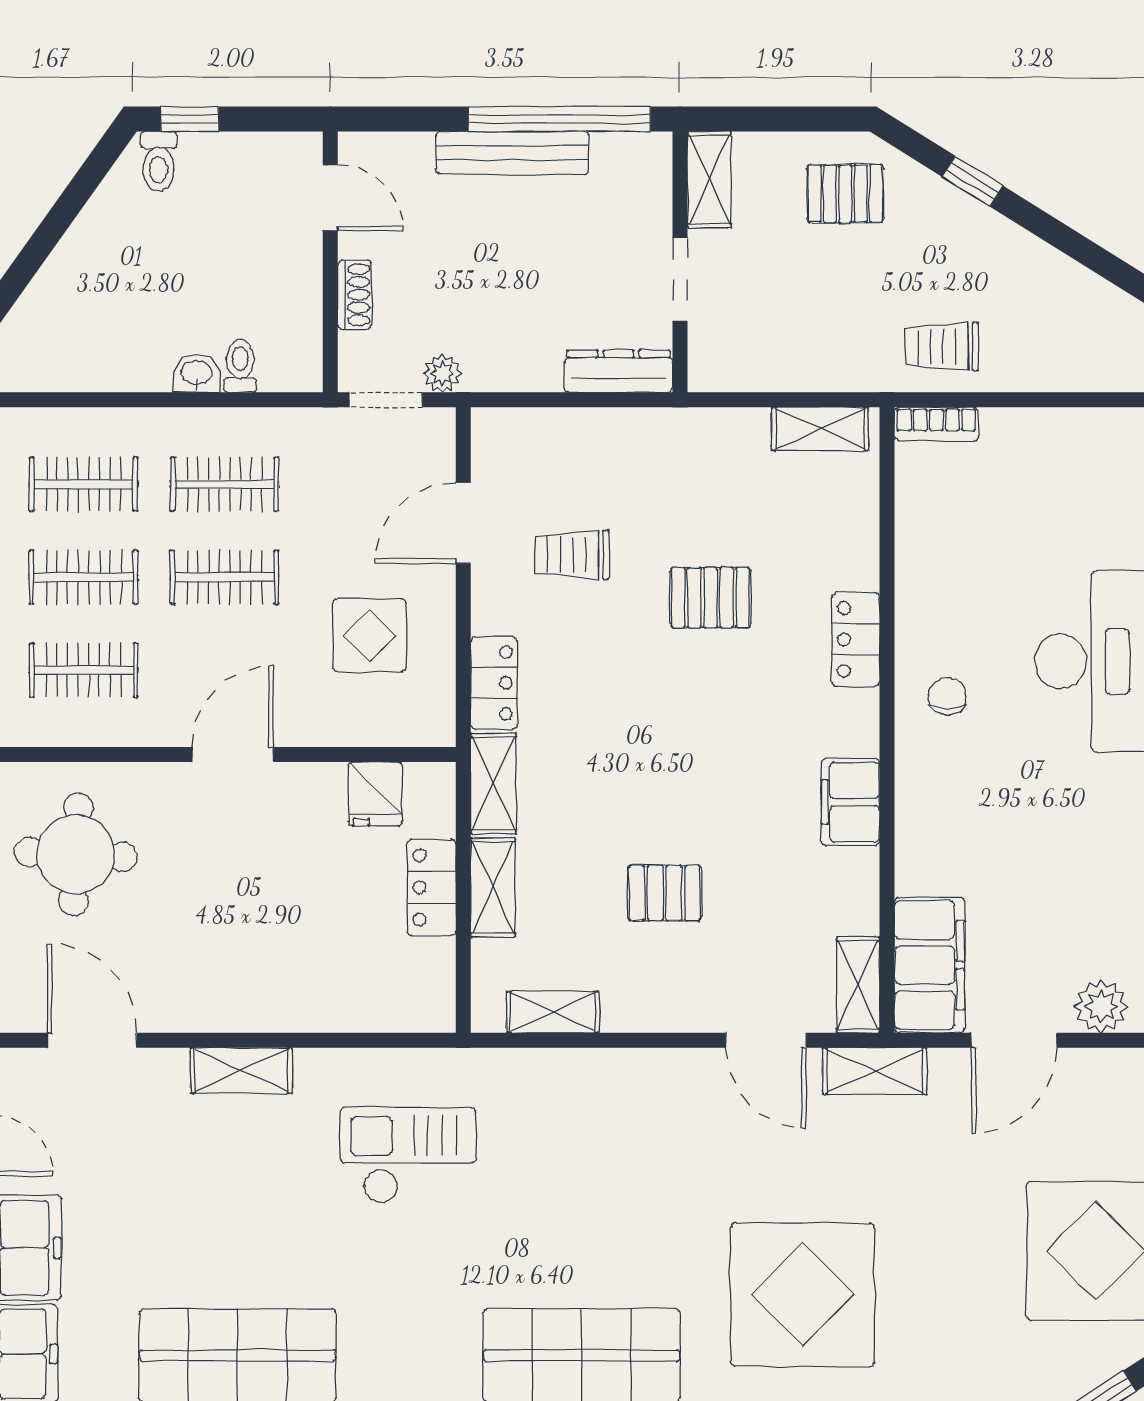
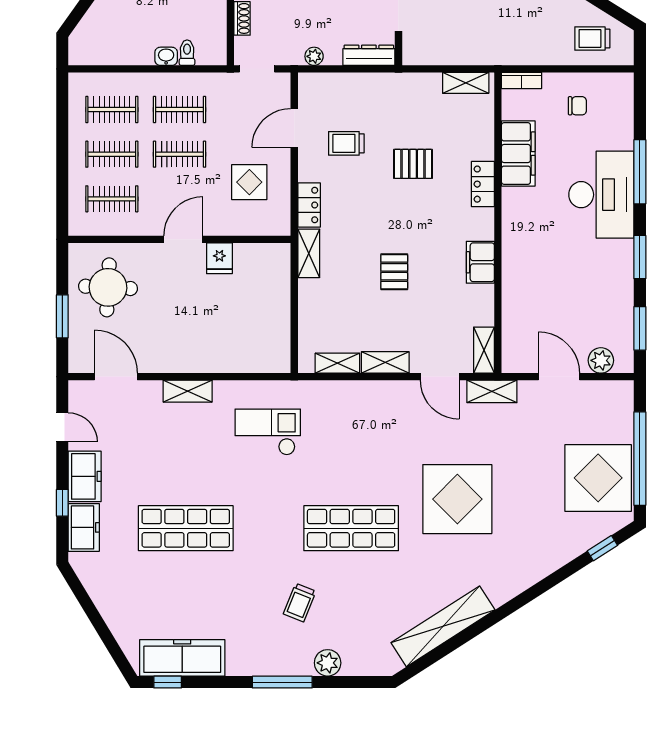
trolley: (942, 347) -> (592, 39), moved
plant: (442, 373) -> (314, 56), moved
chair: (947, 697) -> (577, 106), moved, turned 90
fridge: (375, 794) -> (219, 258), moved
locker: (432, 887) -> (279, 303), removed
shelving: (493, 887) -> (385, 362), moved, turned 90
pallet: (665, 893) -> (394, 272), moved, turned 90
filing cabinet: (930, 965) -> (518, 154), moved
door: (1014, 1040) -> (559, 377), swing flipped

